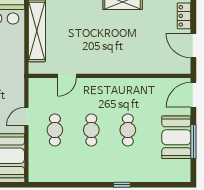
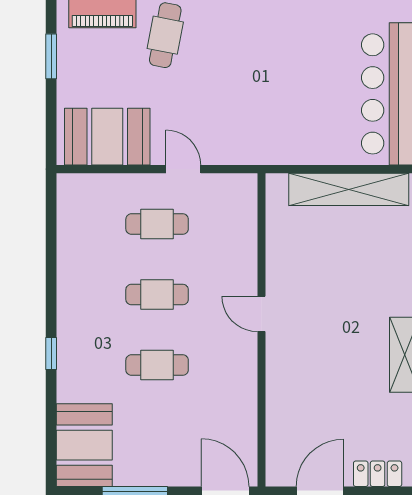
door: (67, 76) -> (262, 314), moved
booth: (176, 137) -> (84, 445), moved, turned 90

